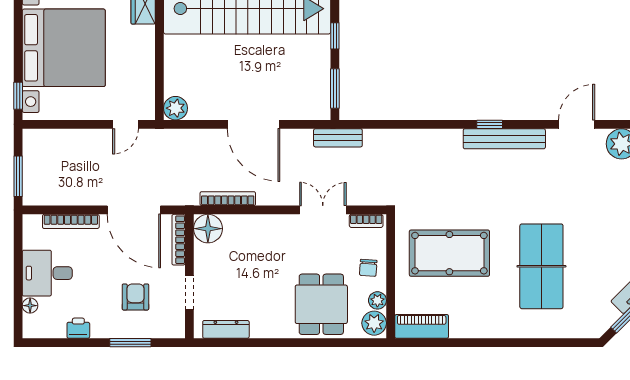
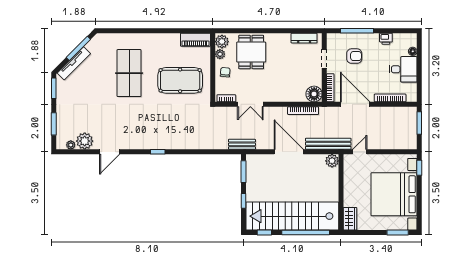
bench: (504, 139) -> (328, 144), moved
armchair: (135, 297) -> (354, 56), turned -90
window: (130, 343) -> (357, 31), width x1.44

